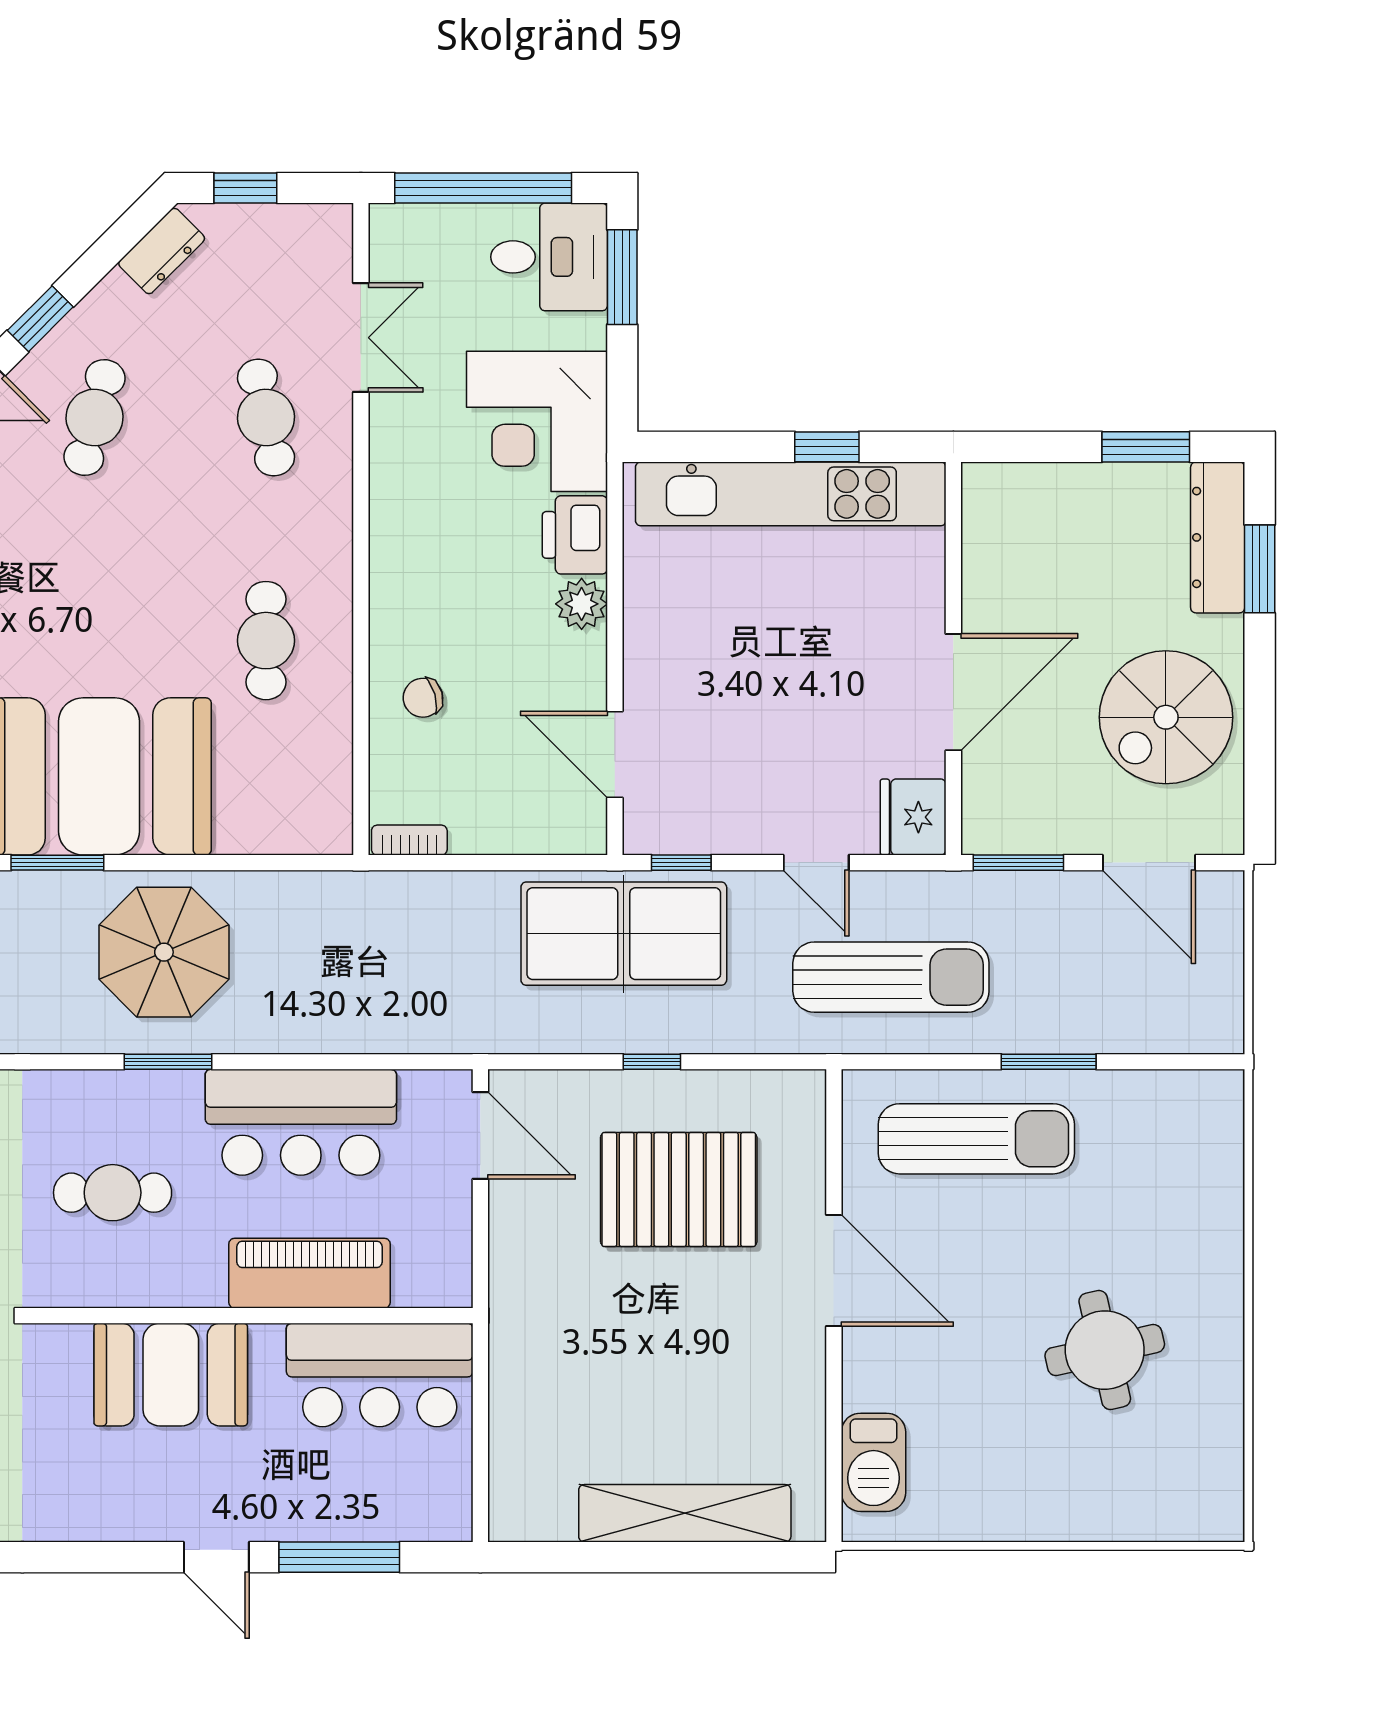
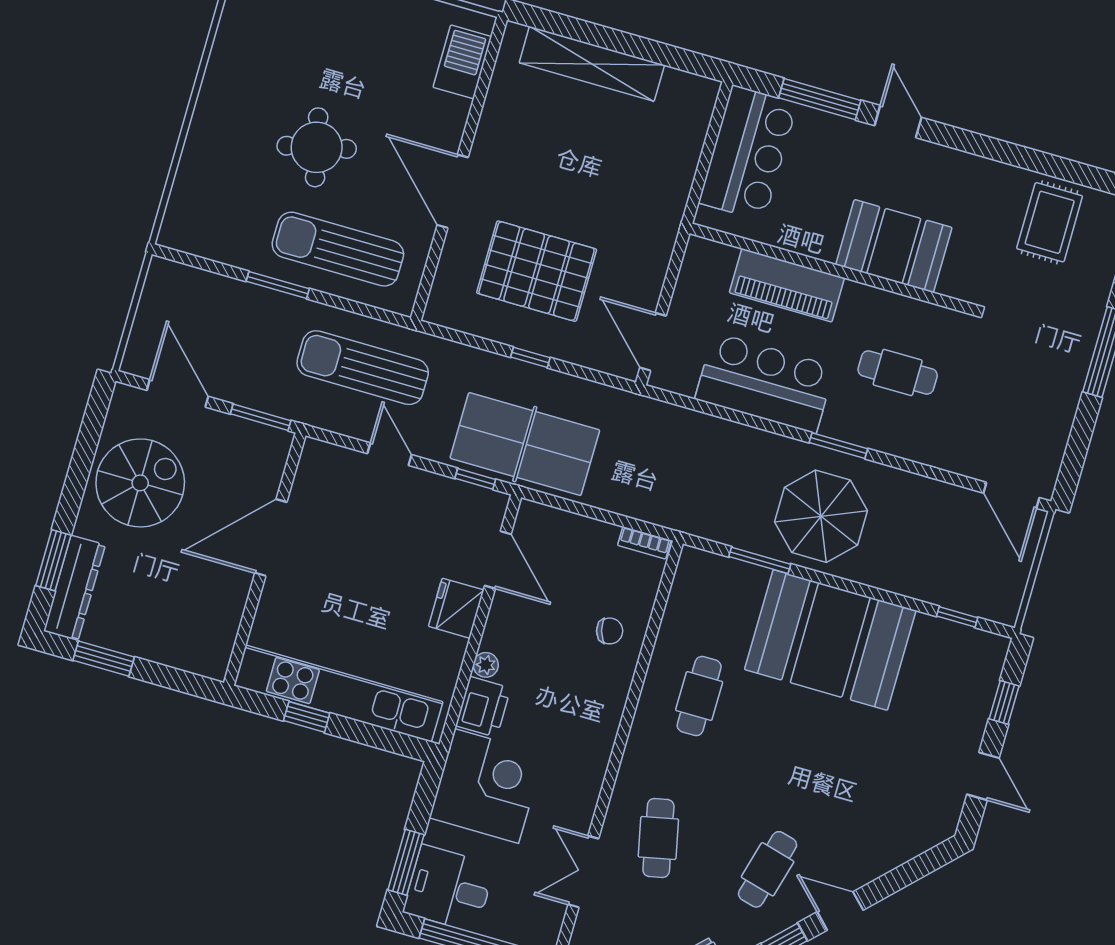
plant: (582, 604) -> (486, 665), width x0.73, depth x0.73
fridge: (913, 817) -> (456, 608), moved, turned 180
window: (57, 863) -> (760, 560), moved
round table: (1105, 1350) -> (317, 147), moved
bar counter: (380, 1375) -> (748, 153), moved, turned 90

